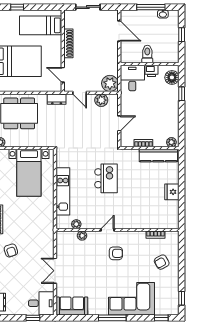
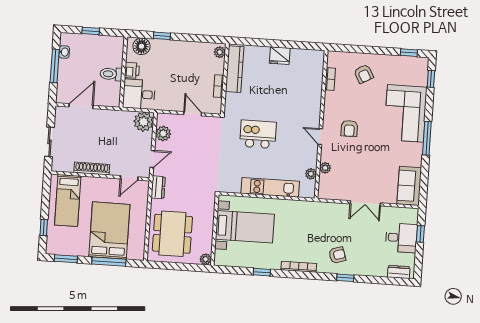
armchair: (116, 253) -> (349, 128), turned 180
desk: (41, 303) -> (401, 238), moved, turned 90

